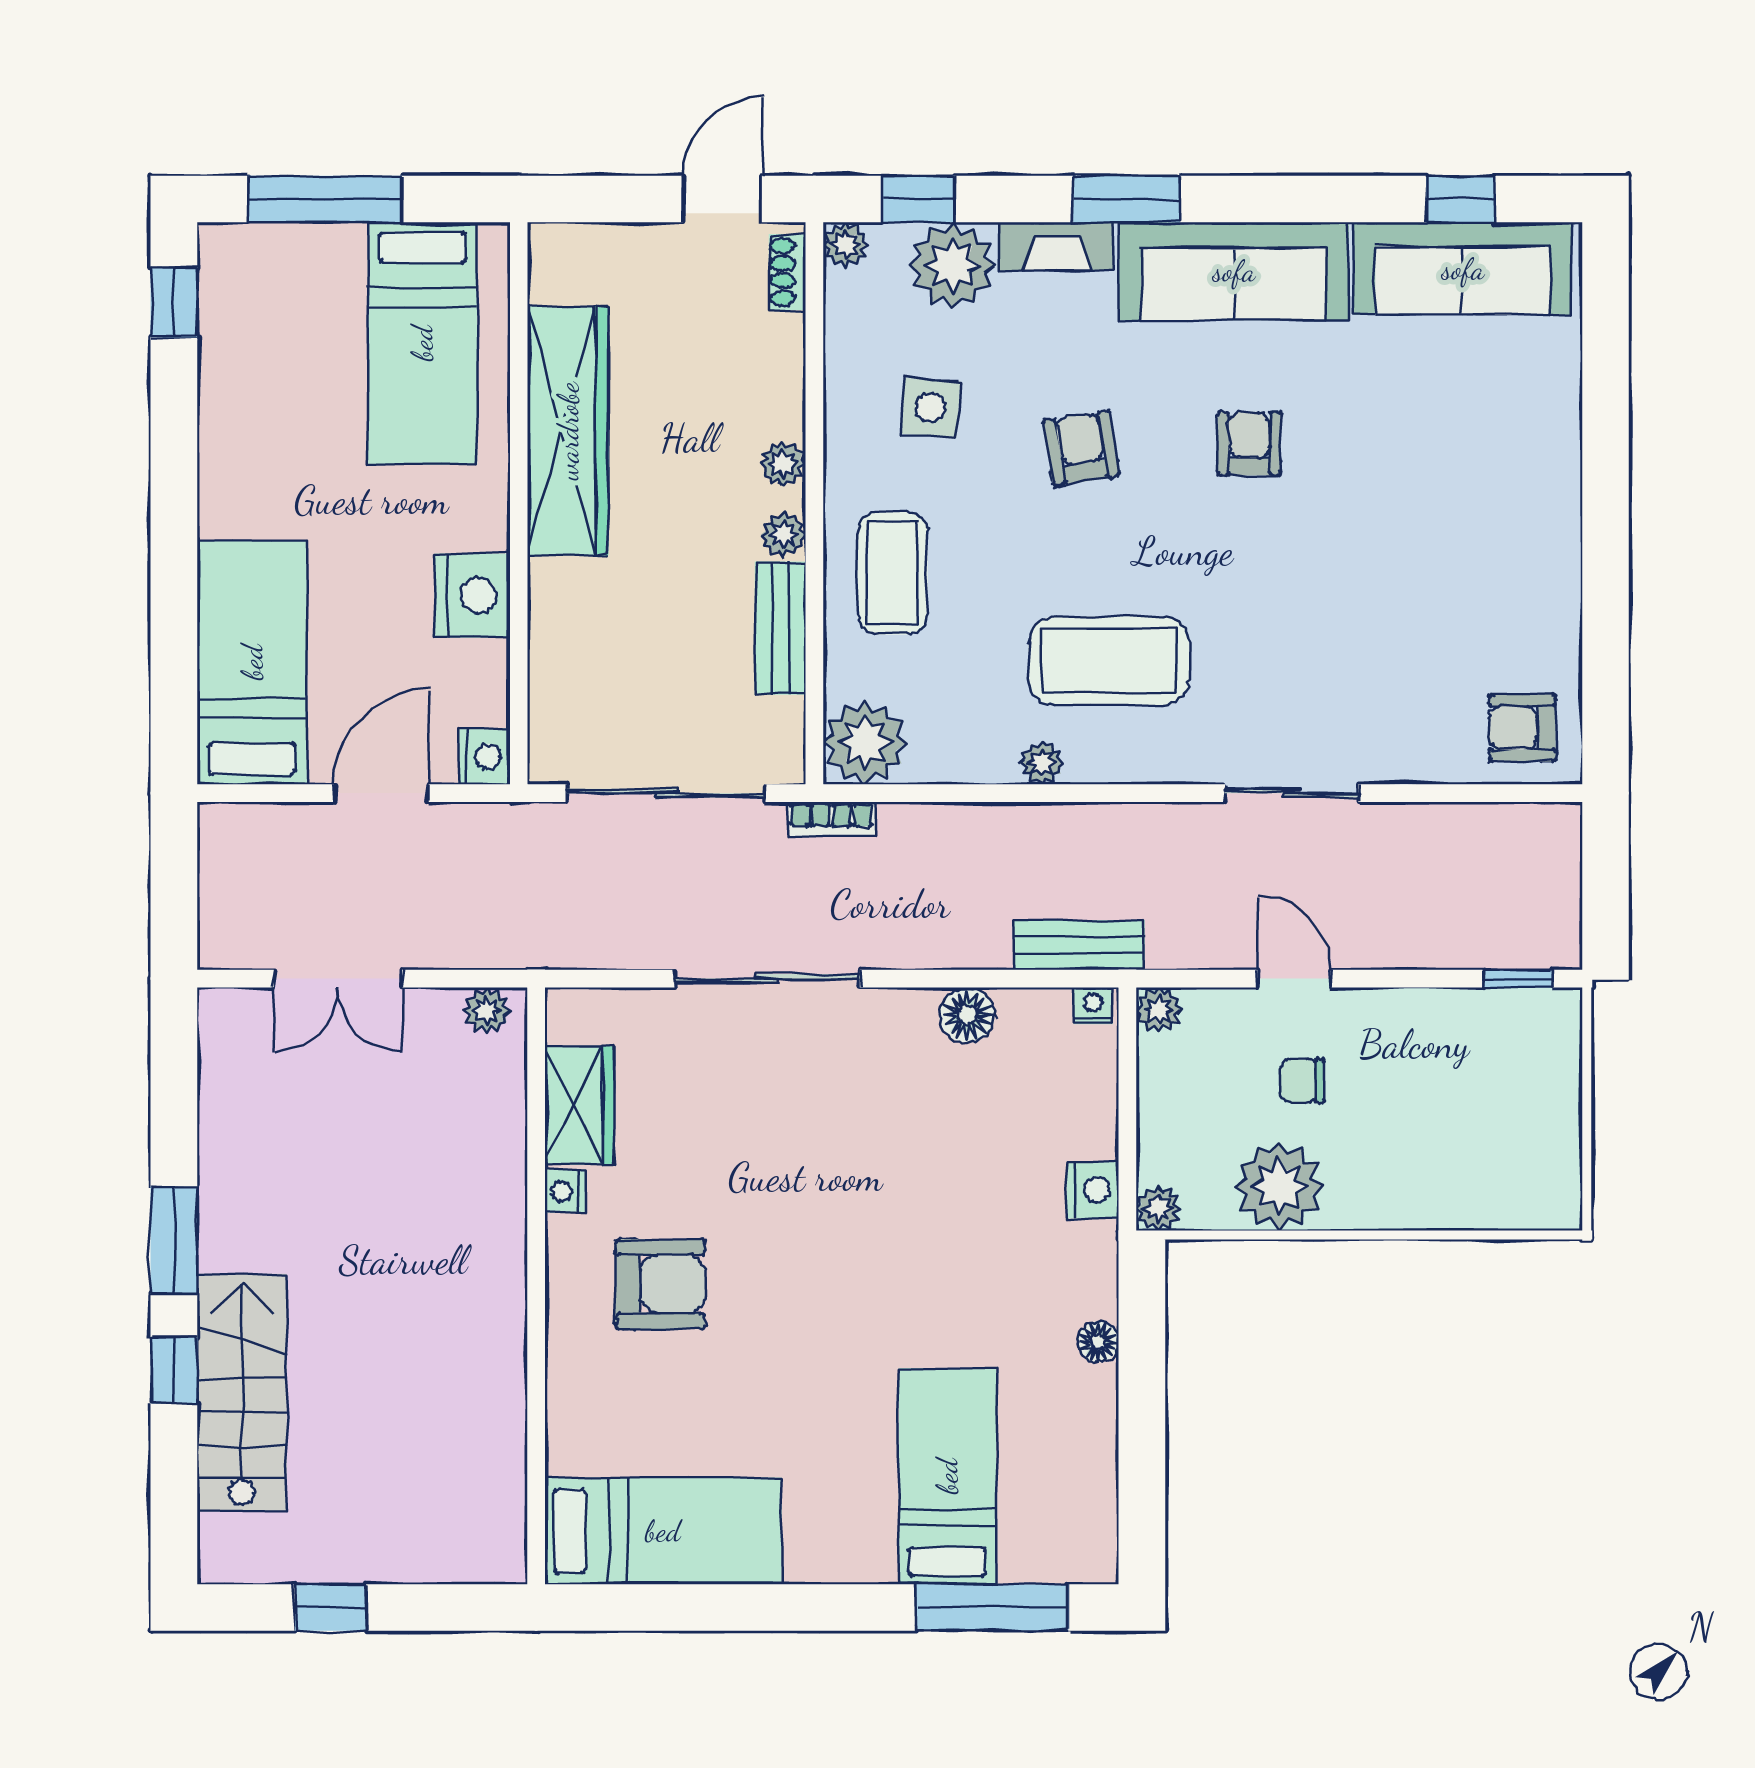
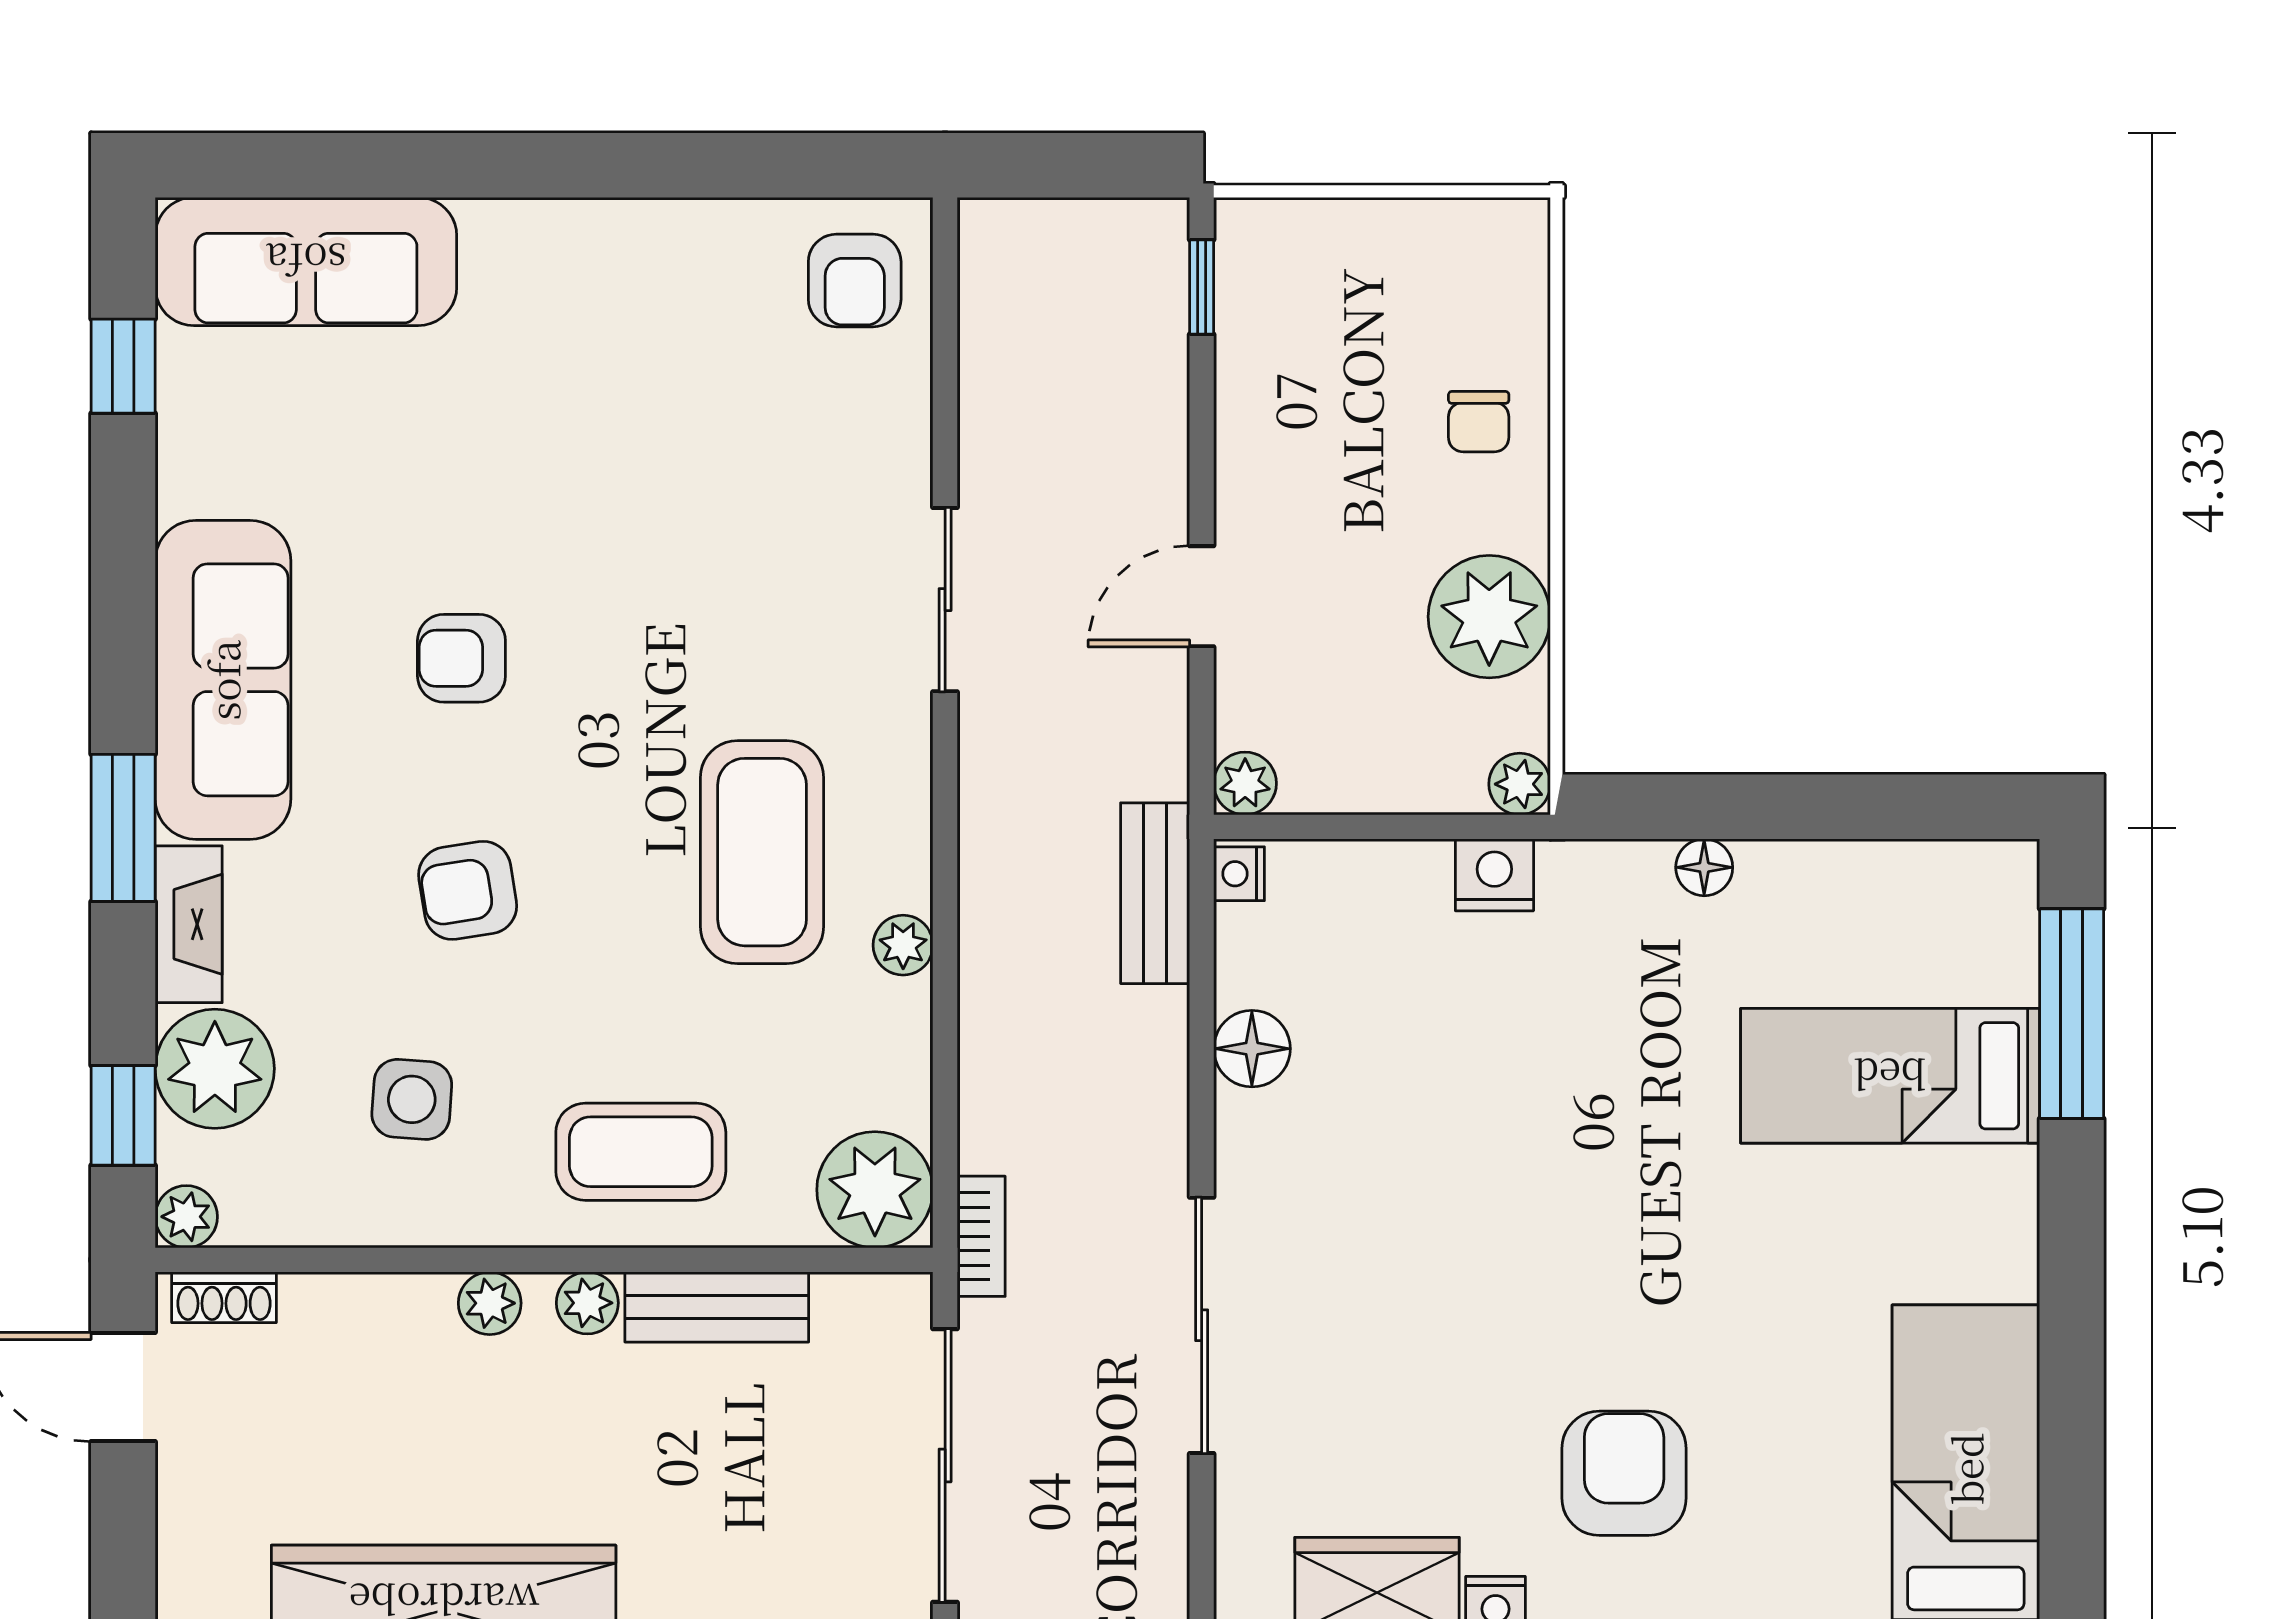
sofa: (1463, 269) -> (306, 261), moved, turned 90
chair: (1303, 1081) -> (1479, 422), moved

